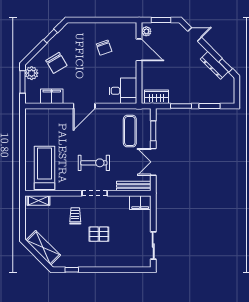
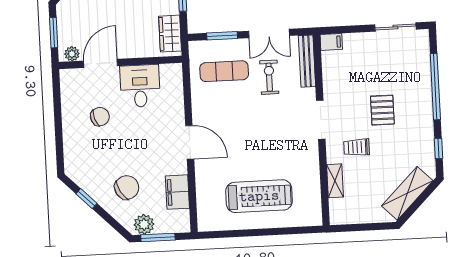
desk: (123, 91) -> (140, 86), moved
exercise bike: (94, 163) -> (269, 77), moved, width x0.73, depth x0.72
treadmill: (44, 168) -> (259, 196), moved, turned 180
shelving: (38, 201) -> (335, 181), moved
filing cabinet: (140, 203) -> (331, 42), width x0.50
window: (113, 270) -> (435, 87), added

